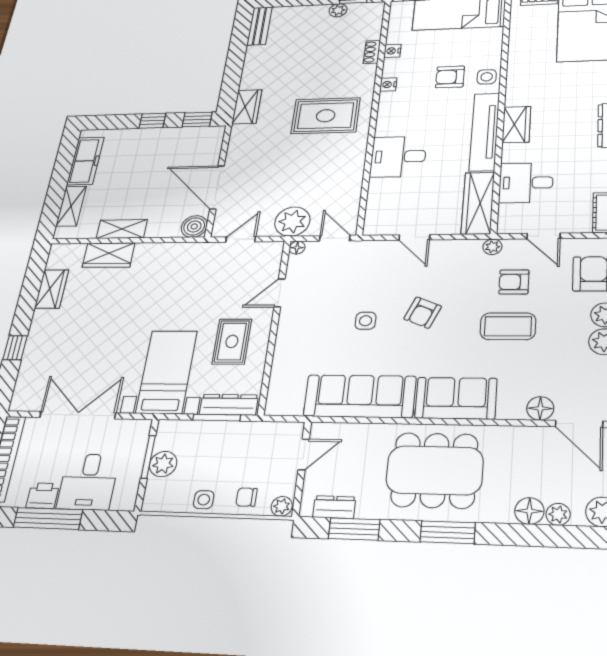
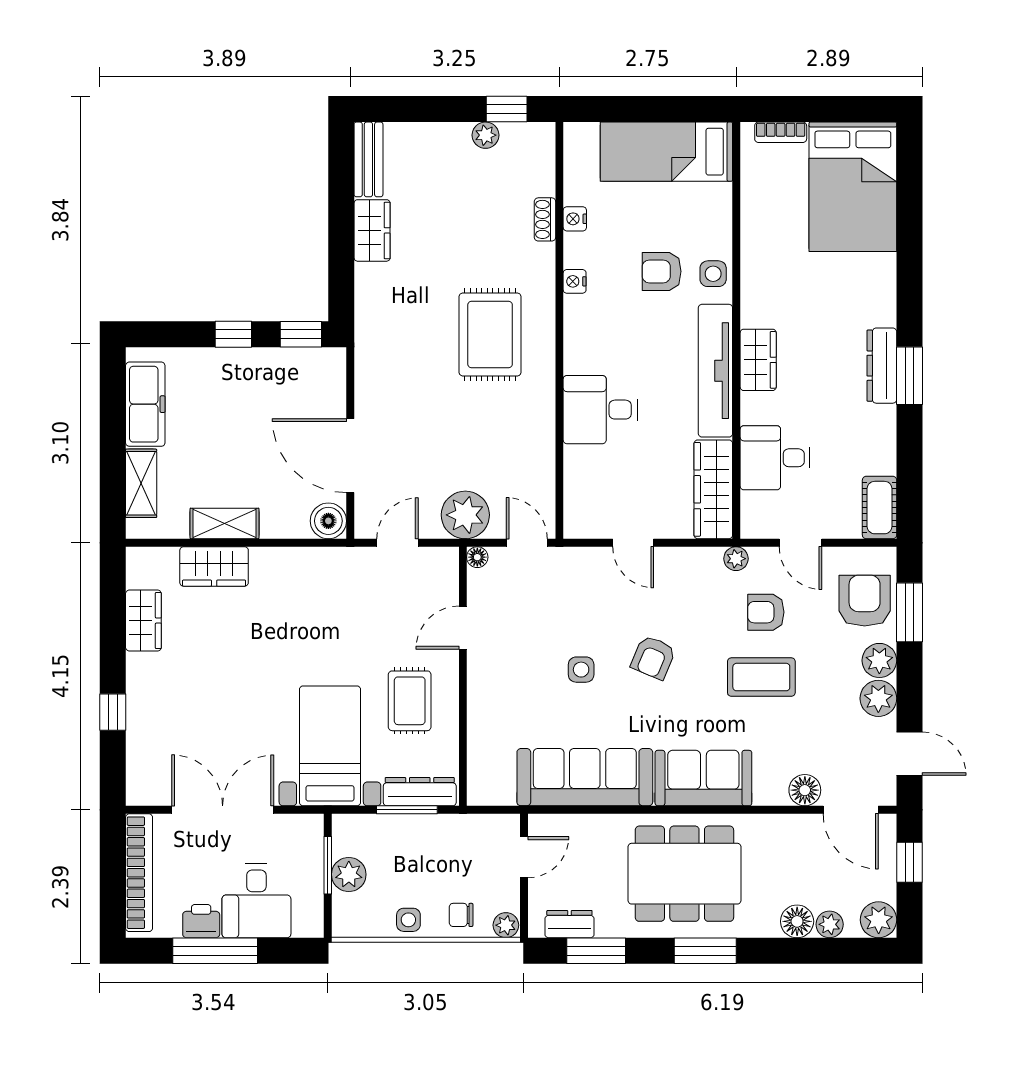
wardrobe: (247, 107) -> (372, 230), moved
rug: (326, 116) -> (490, 334), turned 90

